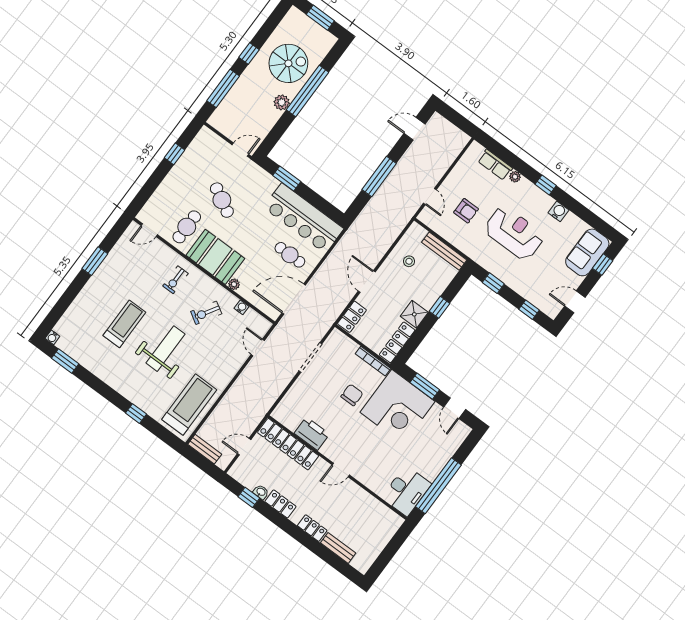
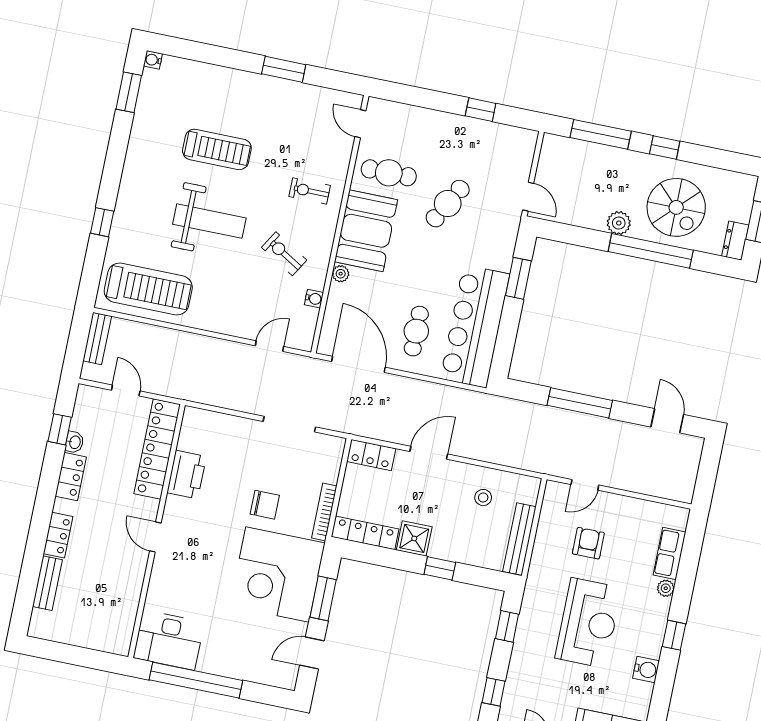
dresser: (325, 37) -> (735, 241), added
armchair: (466, 211) -> (588, 543), turned 180

